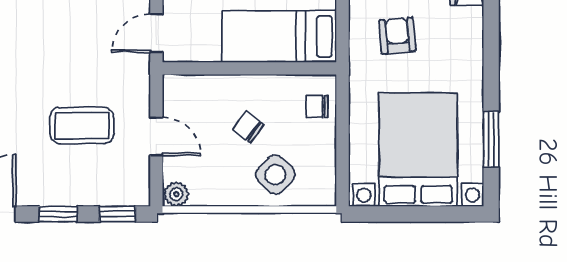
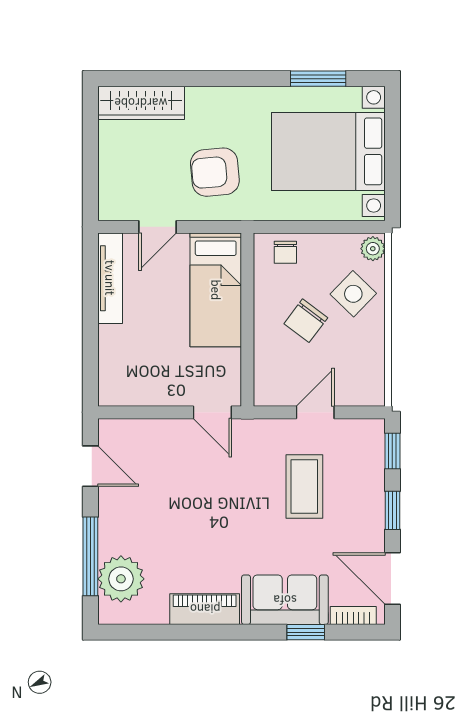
armchair: (397, 36) -> (215, 172), width x1.38, depth x1.38
chair: (248, 127) -> (306, 321), width x1.37, depth x1.37
plant: (176, 194) -> (373, 249), moved

